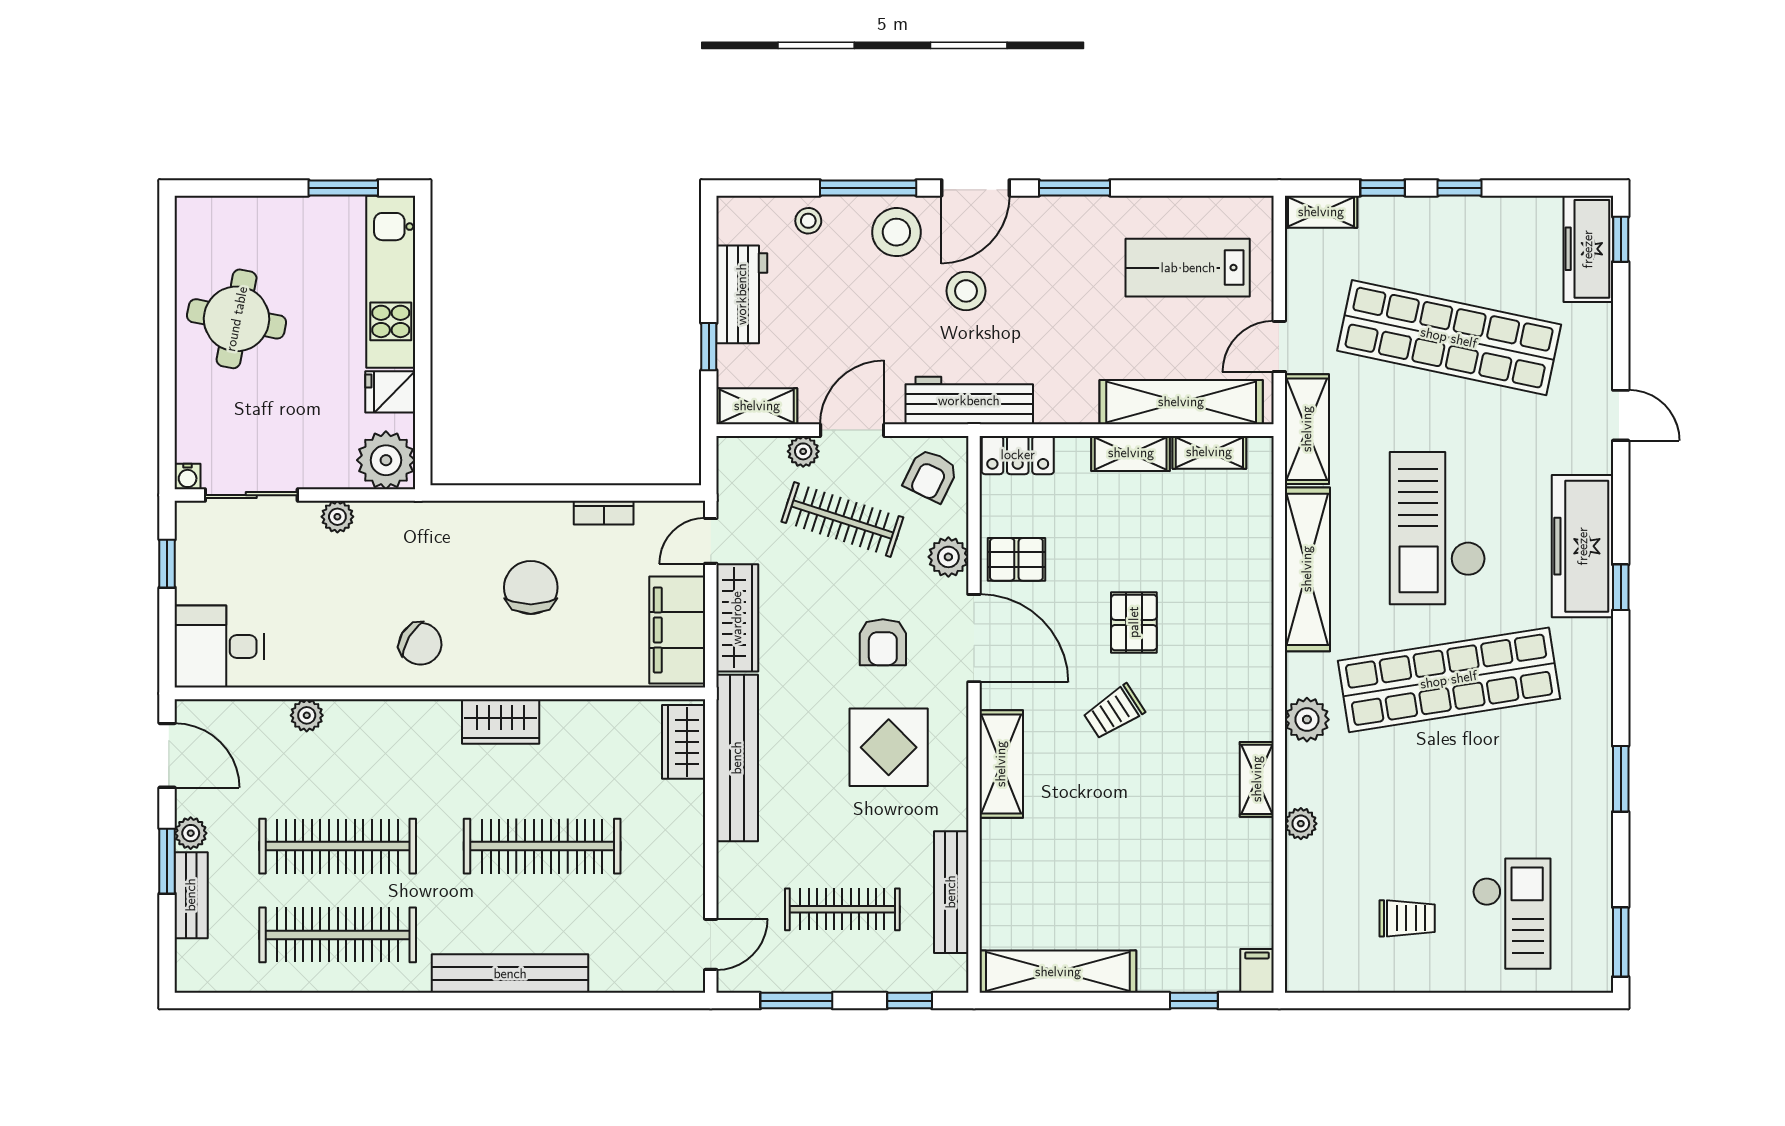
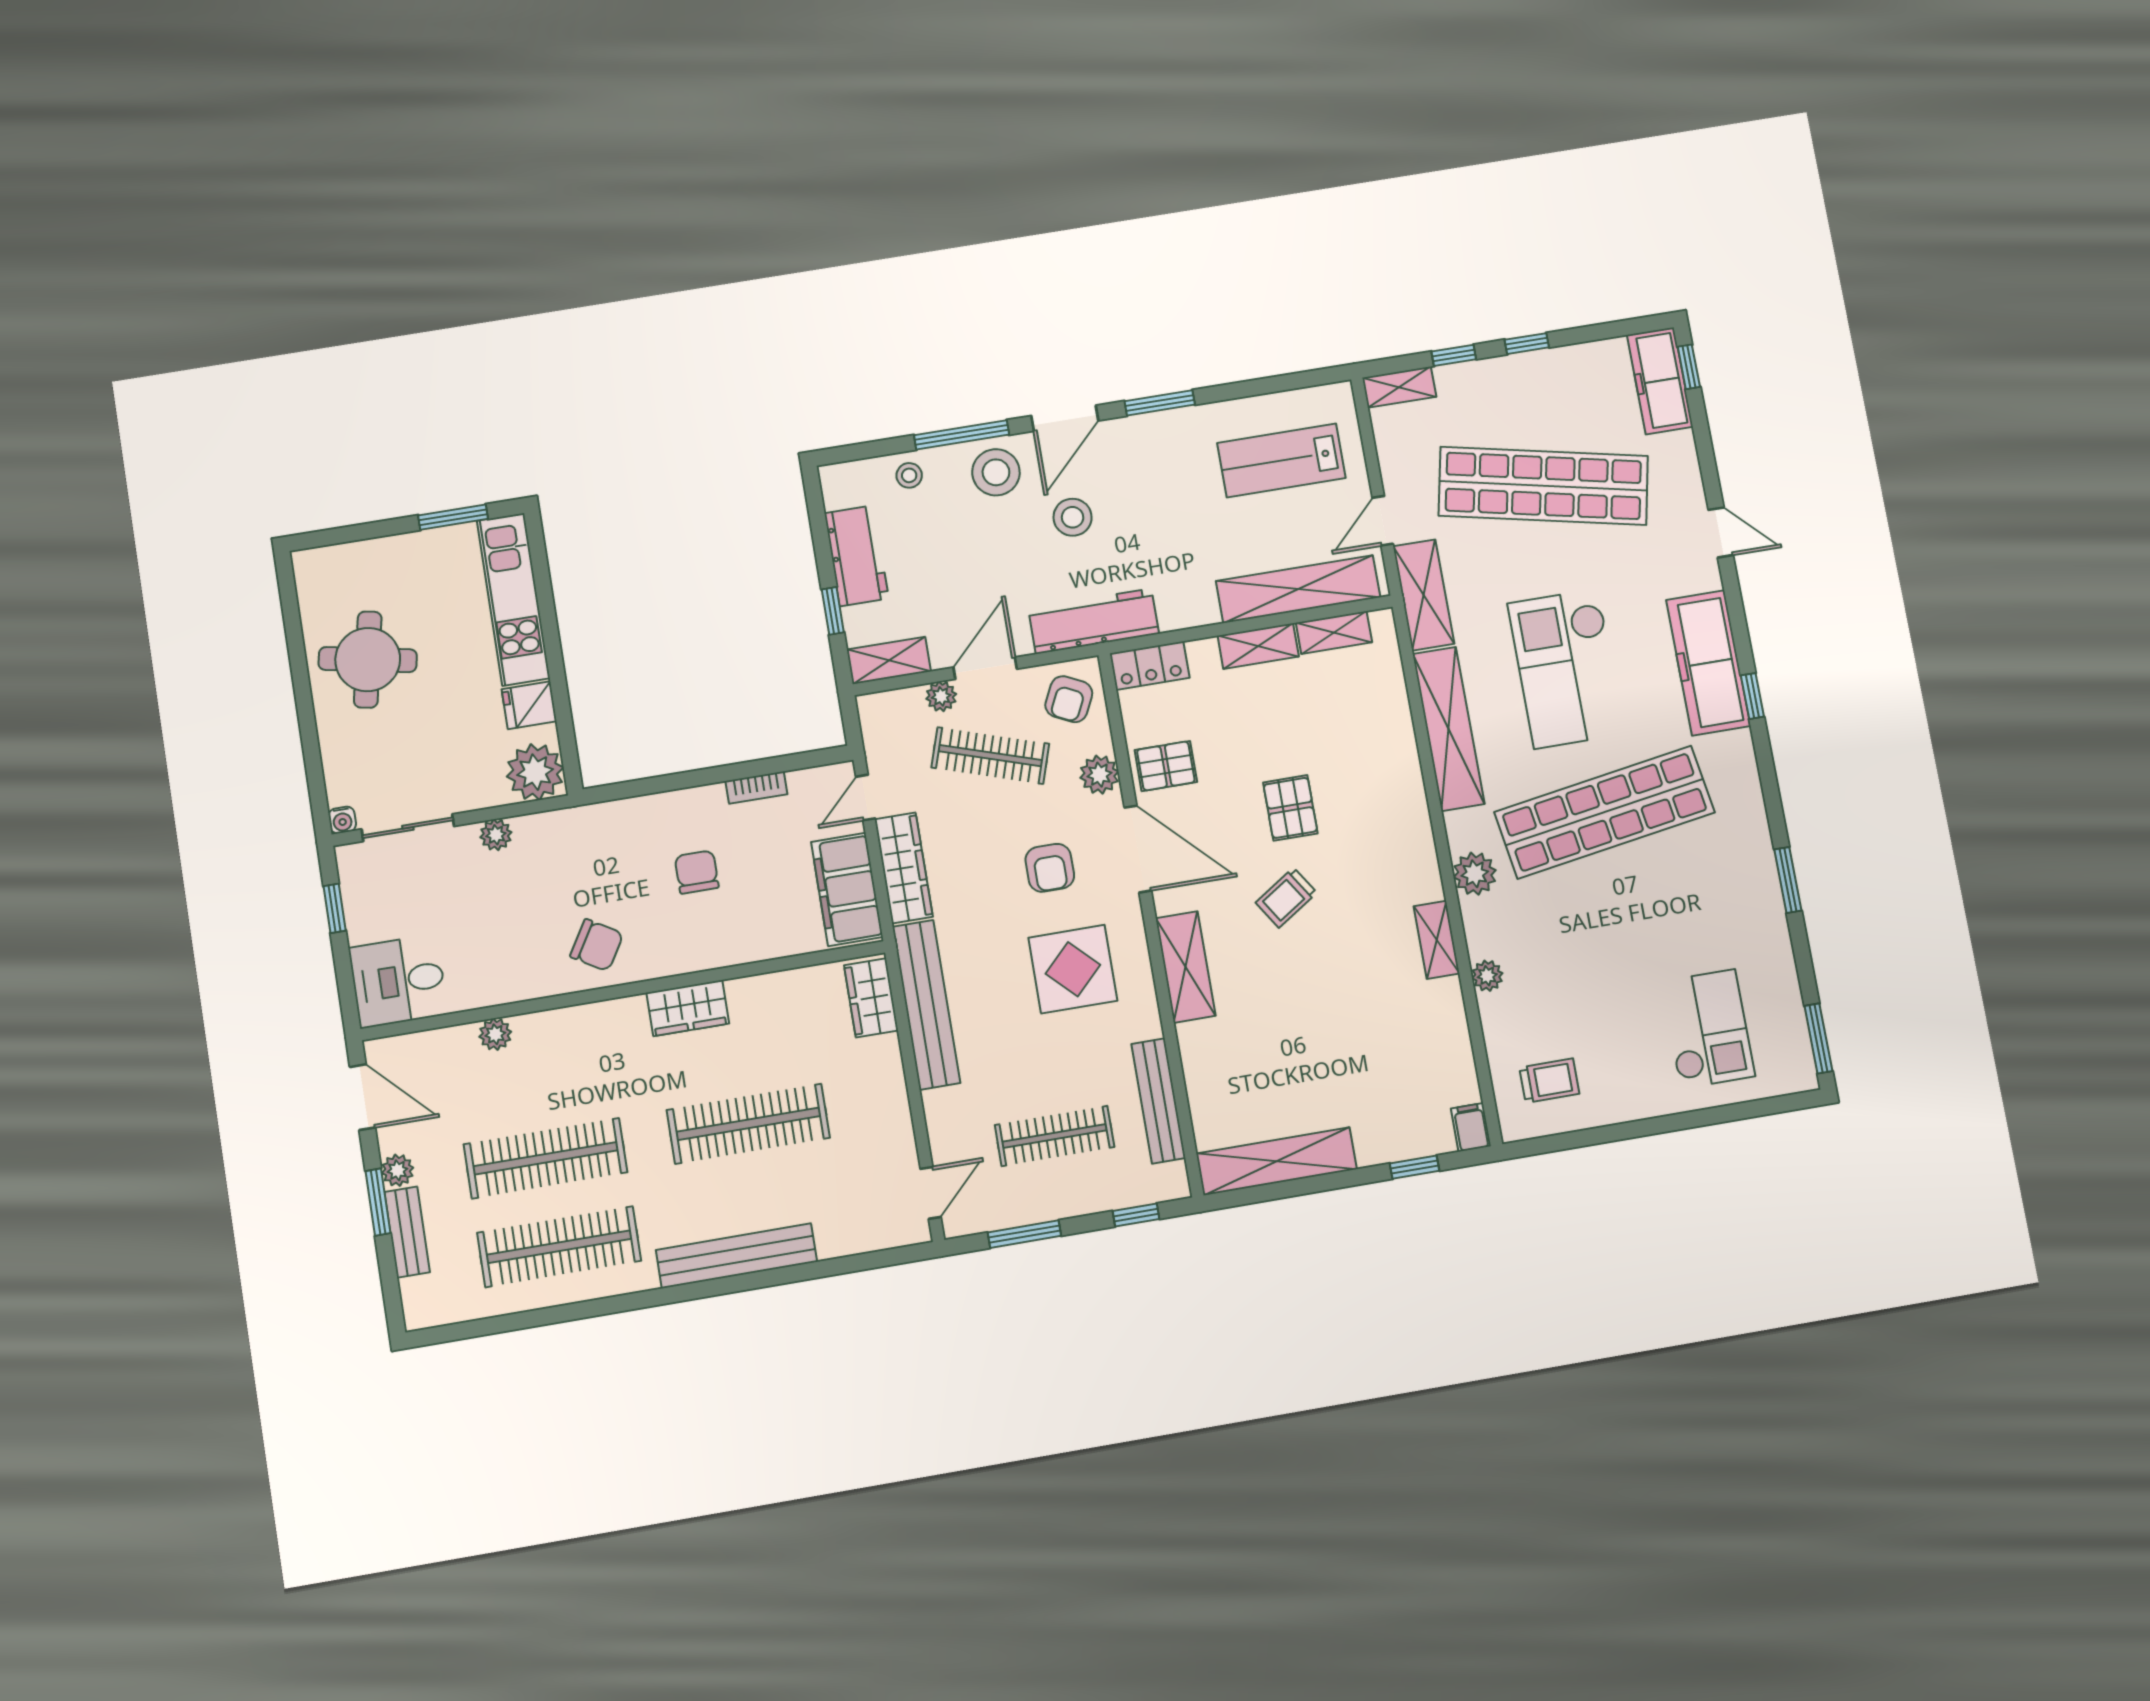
chair: (531, 587) -> (697, 872), width x0.73, depth x0.73
trolley: (1407, 918) -> (1549, 1081), moved

